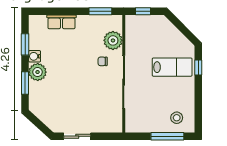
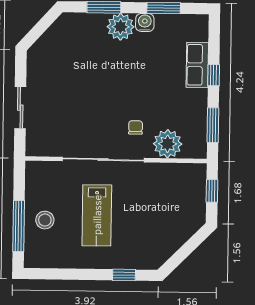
window: (68, 11) -> (214, 75), added
lab bench: (172, 67) -> (97, 215), moved
stool: (177, 118) -> (45, 220), moved
sliding door: (77, 136) -> (20, 108), moved

